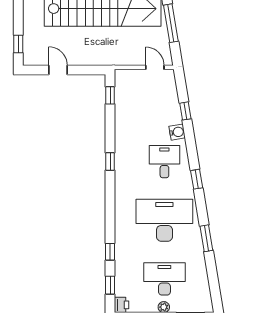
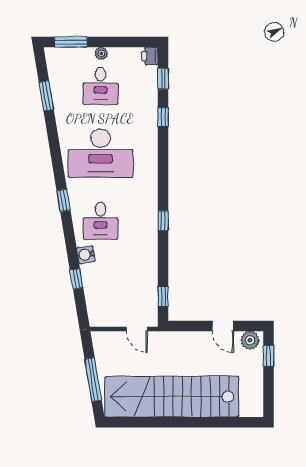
plant: (34, 58) -> (250, 340), added
door: (155, 67) -> (137, 329), moved
window: (206, 238) -> (46, 96), moved
desk: (164, 279) -> (101, 86), width x0.73

